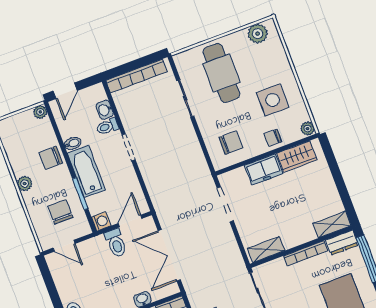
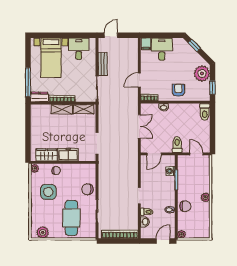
chair: (231, 143) -> (87, 189), moved
bathtub: (86, 172) -> (168, 191), removed
chair: (60, 212) -> (191, 174), removed
washing machine: (101, 221) -> (170, 171), moved
shelving: (332, 225) -> (62, 109), moved
toilet: (116, 243) -> (177, 145), moved
double door: (169, 255) -> (139, 126), width x0.73

